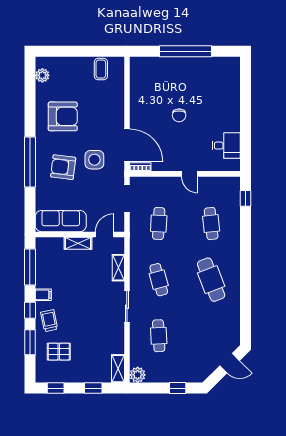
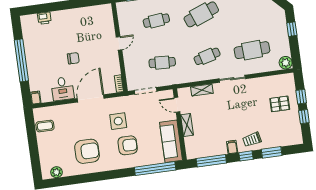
filing cabinet: (137, 62) -> (36, 98), added
printer: (233, 87) -> (44, 18), added
armchair: (63, 116) -> (87, 151), turned 90
door: (127, 145) -> (91, 98), moved
desk: (226, 146) -> (62, 89), moved, turned 180
window: (30, 162) -> (155, 169), moved
armchair: (63, 167) -> (128, 145), turned -97
cafe table: (159, 336) -> (252, 50), width x1.37, depth x1.35
pallet: (59, 352) -> (280, 104), moved, turned 90
shelving: (118, 369) -> (283, 79), removed
window: (56, 388) -> (304, 117), moved

